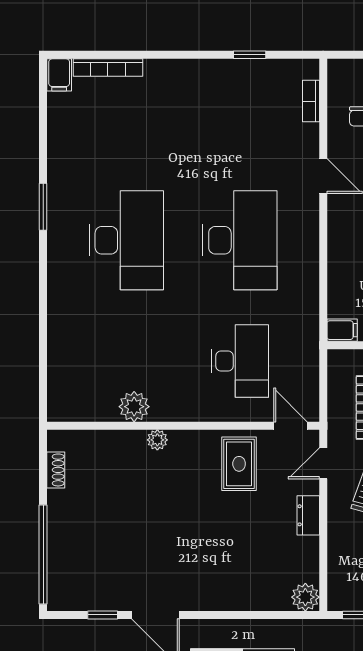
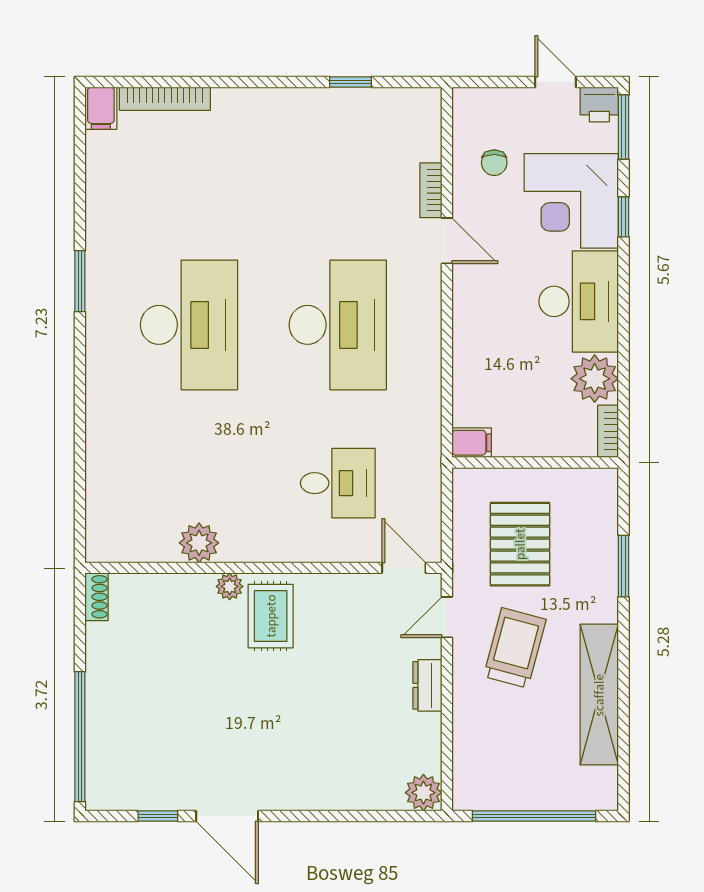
bookcase: (311, 101) -> (431, 190), moved
desk: (240, 361) -> (338, 483), width x0.73
rug: (239, 464) -> (271, 616), moved
shoe rack: (56, 470) -> (97, 597), moved

